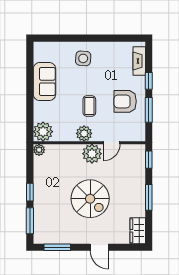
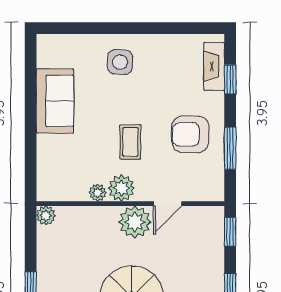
window: (149, 81) -> (230, 79), moved
plant: (43, 132) -> (98, 193), moved, width x0.53, depth x0.53

